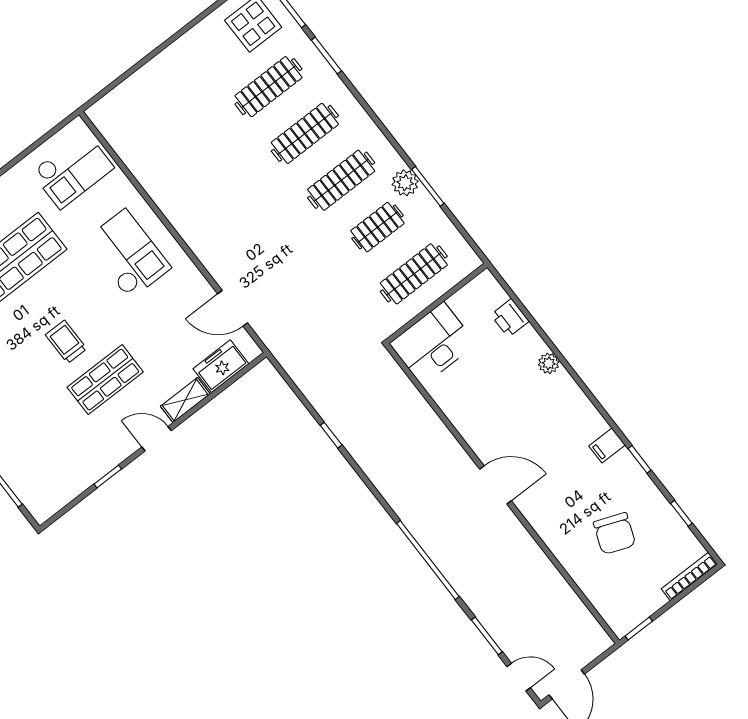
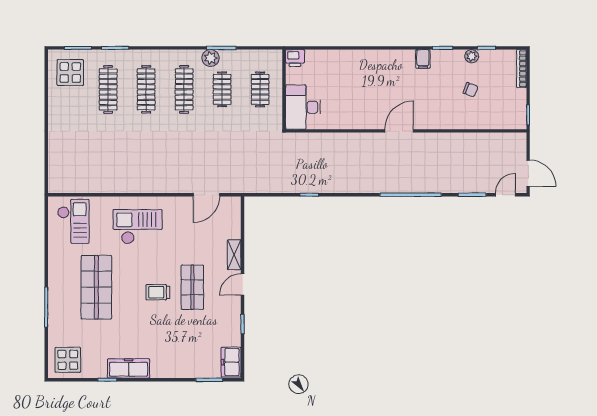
clothes rail: (414, 274) -> (260, 89), width x0.73
printer: (510, 318) -> (295, 58), moved
plant: (549, 363) -> (472, 56), moved
freezer: (221, 366) -> (231, 362), moved
chair: (615, 534) -> (470, 90), width x0.54, depth x0.54

